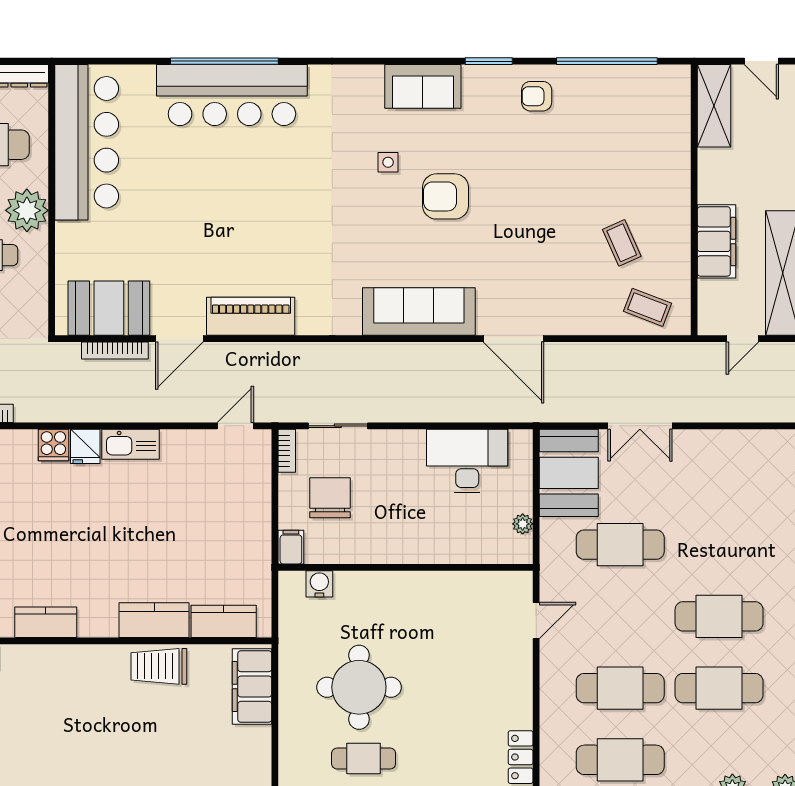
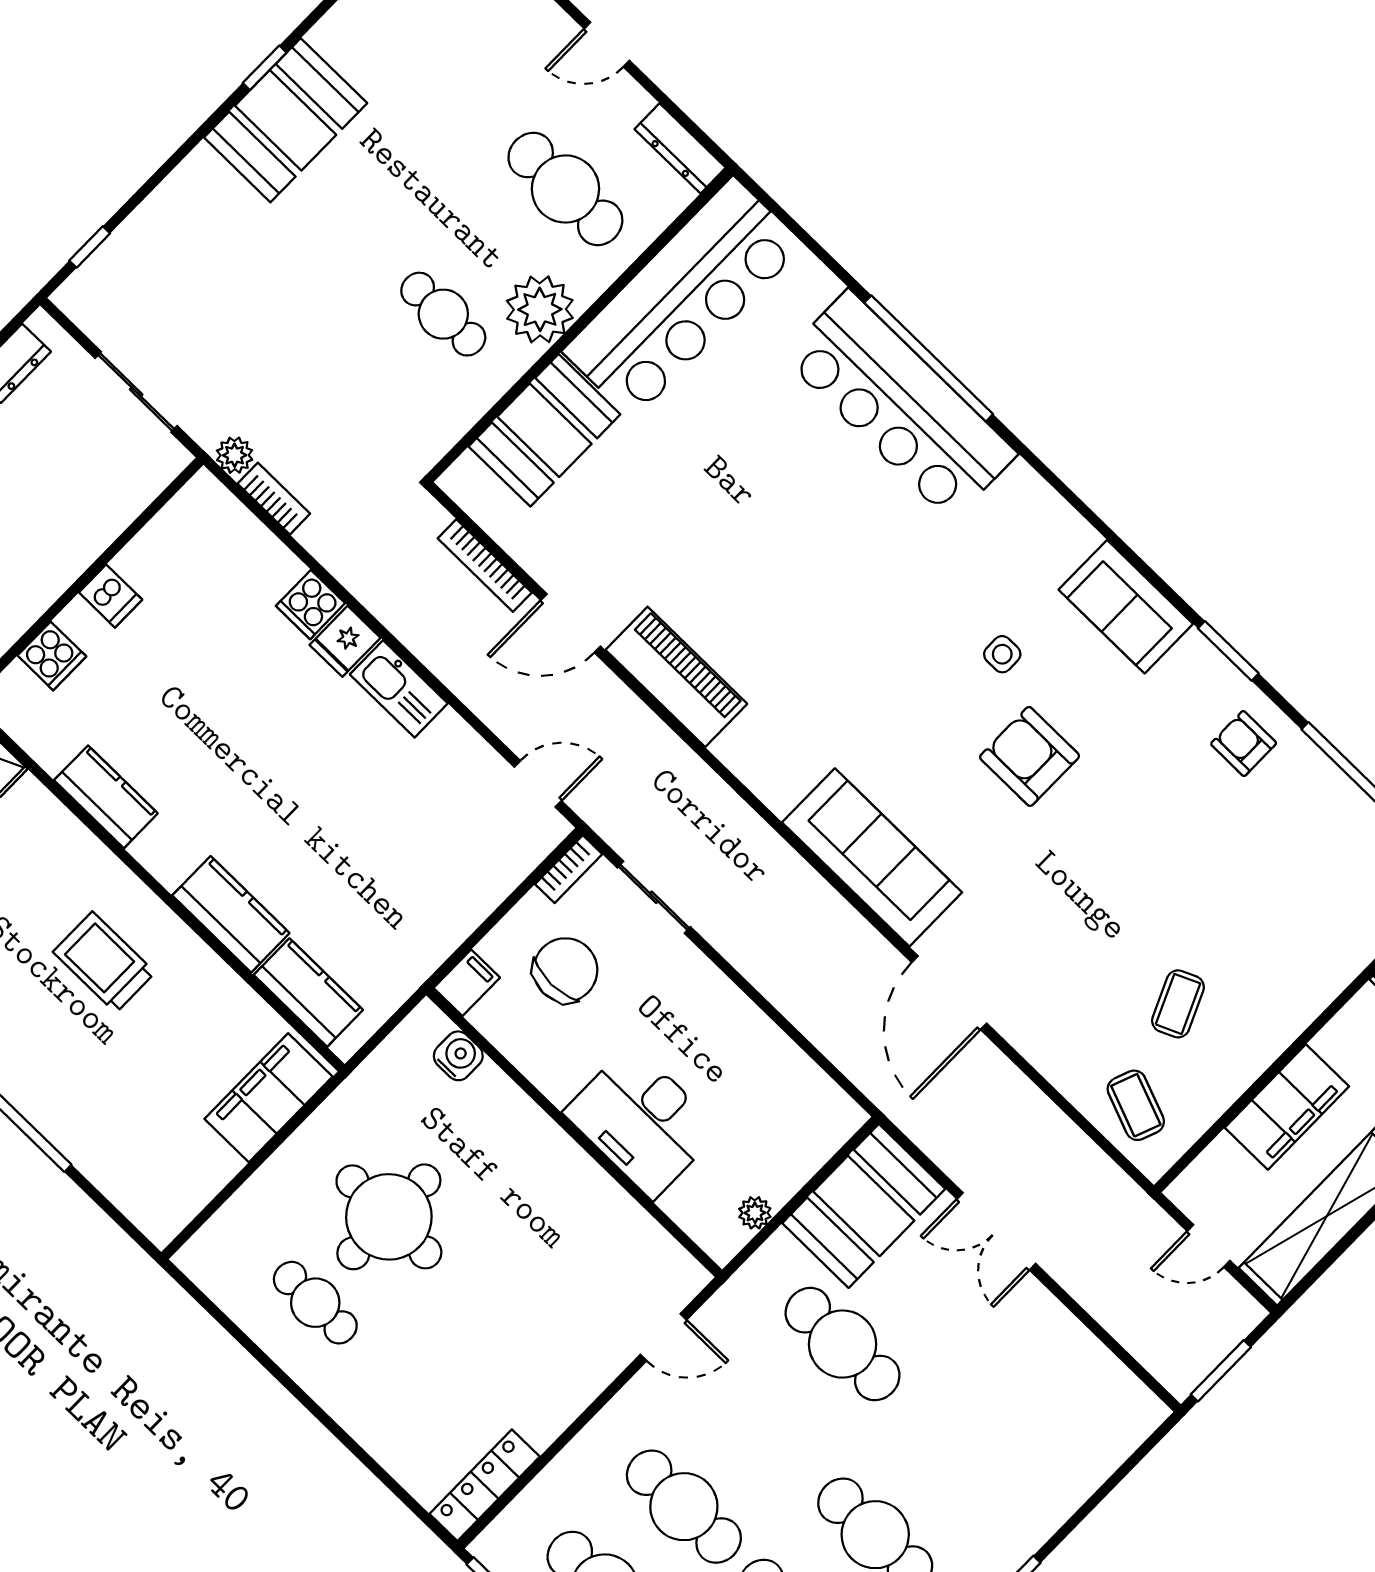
booth: (109, 308) -> (544, 430), moved, turned 90
desk: (467, 461) -> (642, 1121), moved, turned 180
trolley: (159, 666) -> (104, 962), moved

